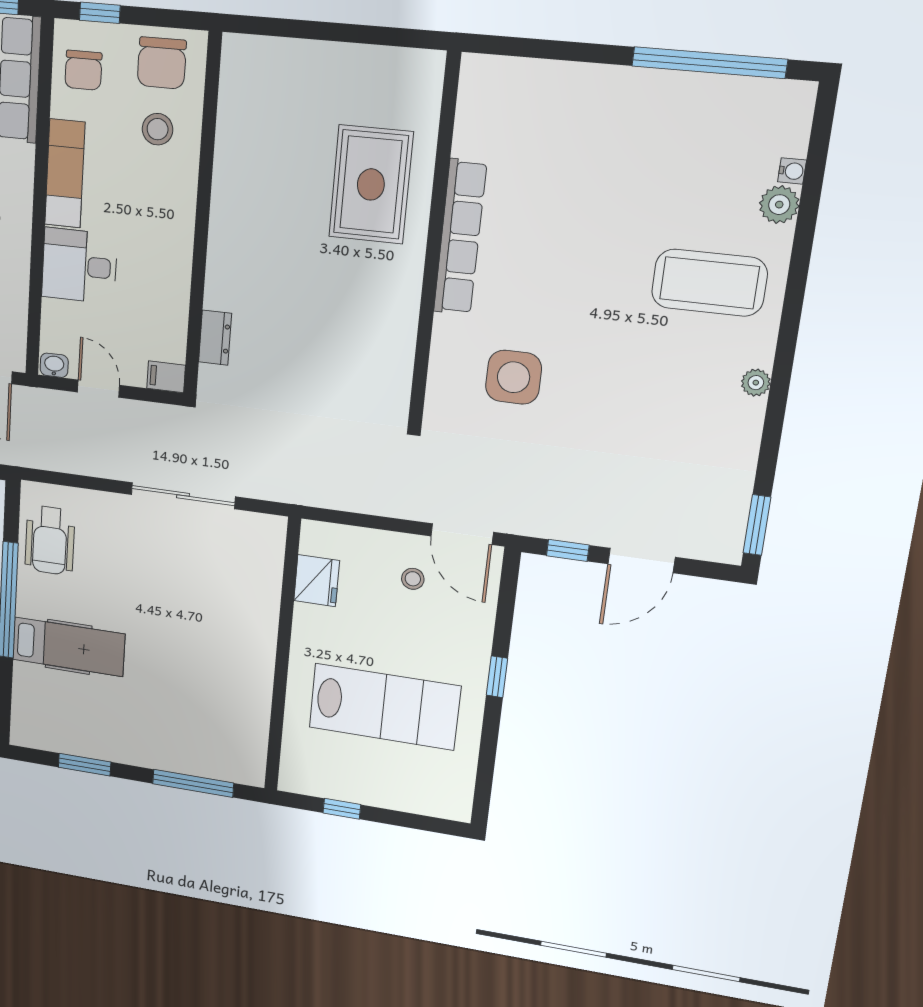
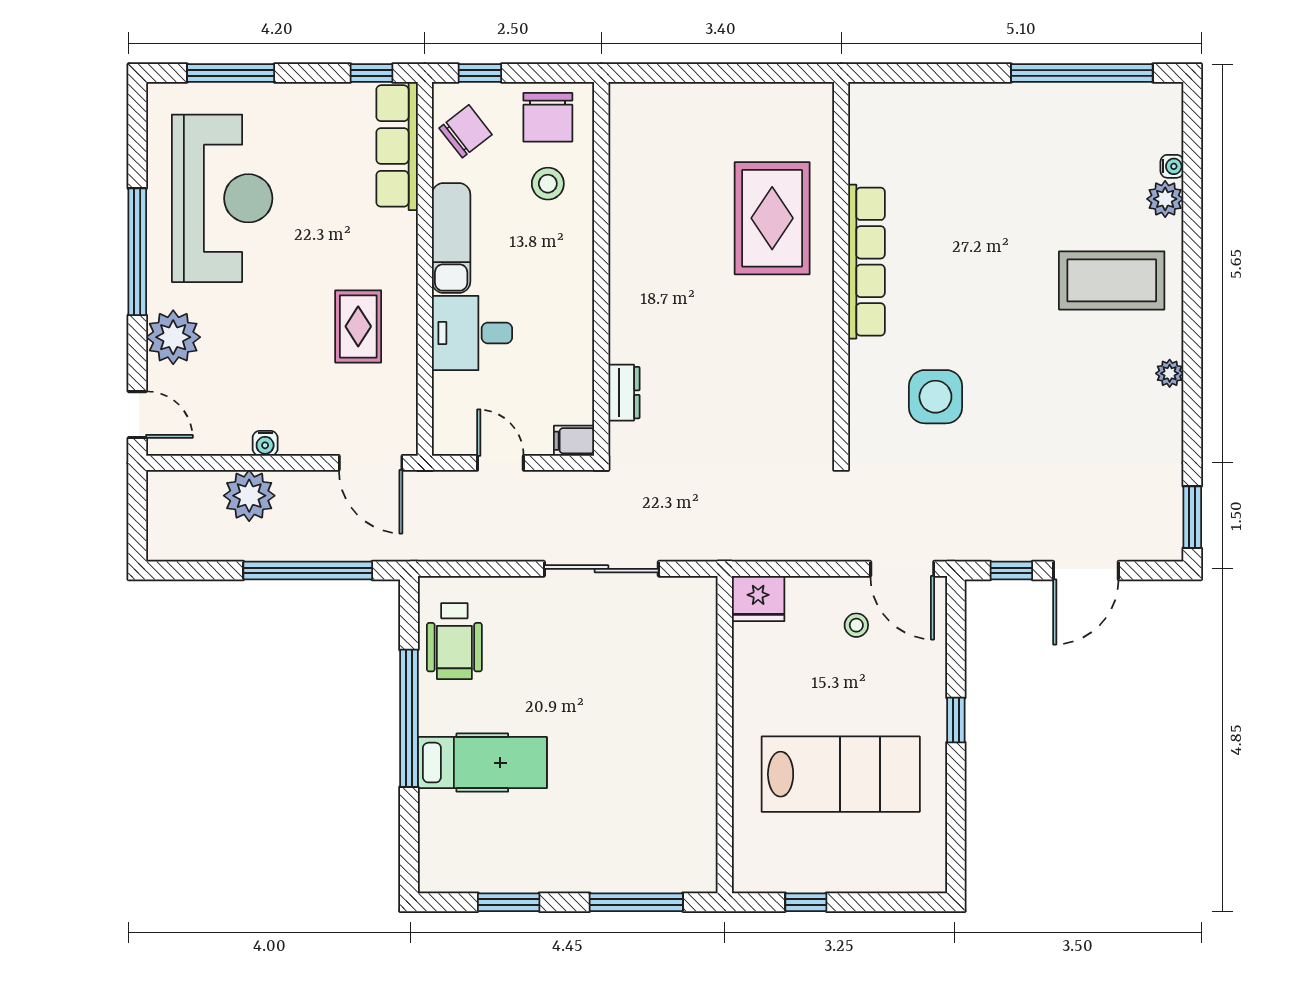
chair: (83, 70) -> (466, 131), turned -128
washbasin: (54, 365) -> (450, 443), removed
fridge: (317, 581) -> (758, 598), moved, turned 90

